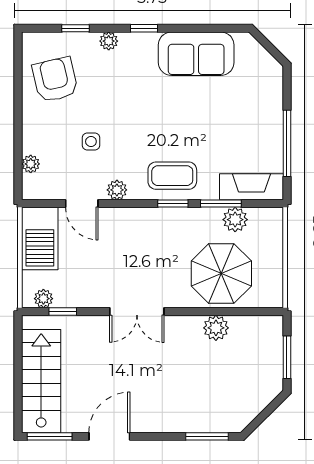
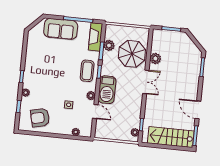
sofa: (196, 54) -> (61, 29), moved, turned 90
door: (82, 204) -> (95, 112), hinge flipped
barbecue: (40, 239) -> (107, 90), moved, turned 90
double door: (137, 312) -> (146, 82), moved

